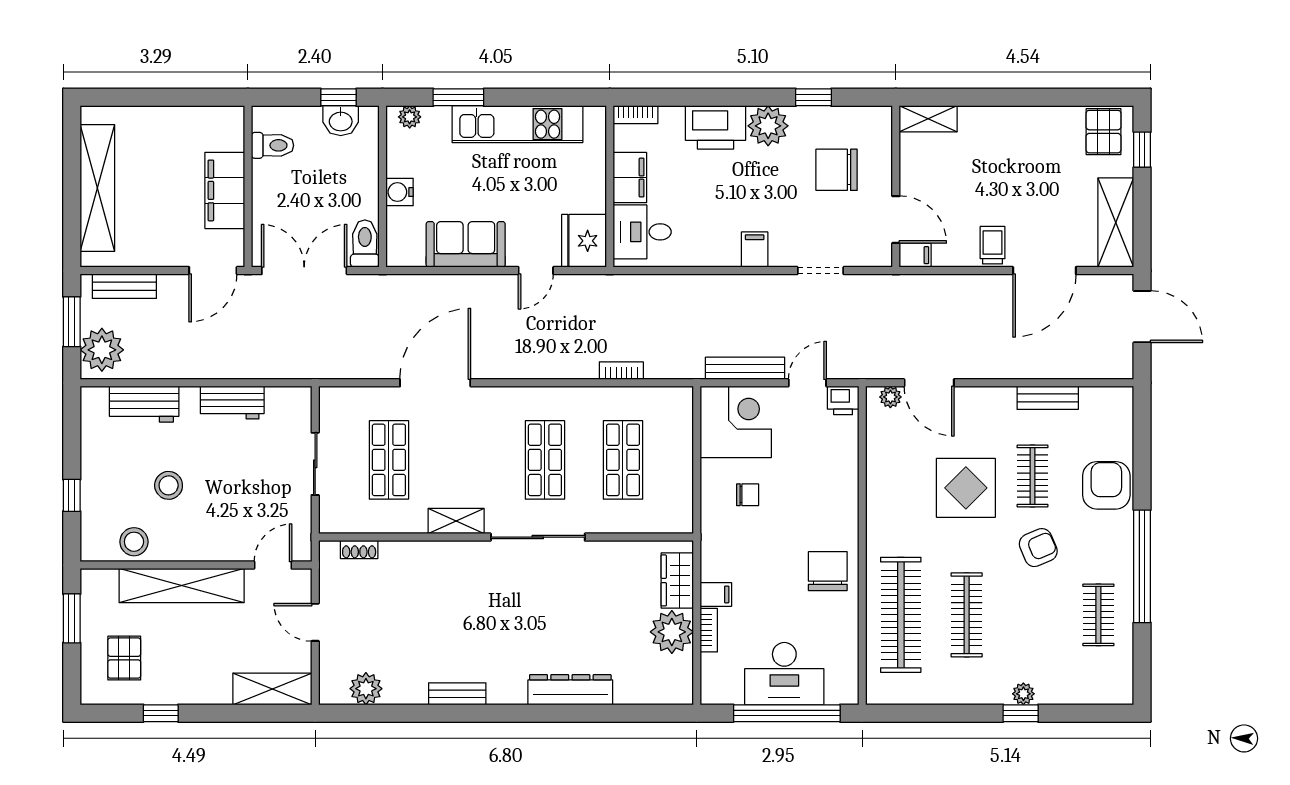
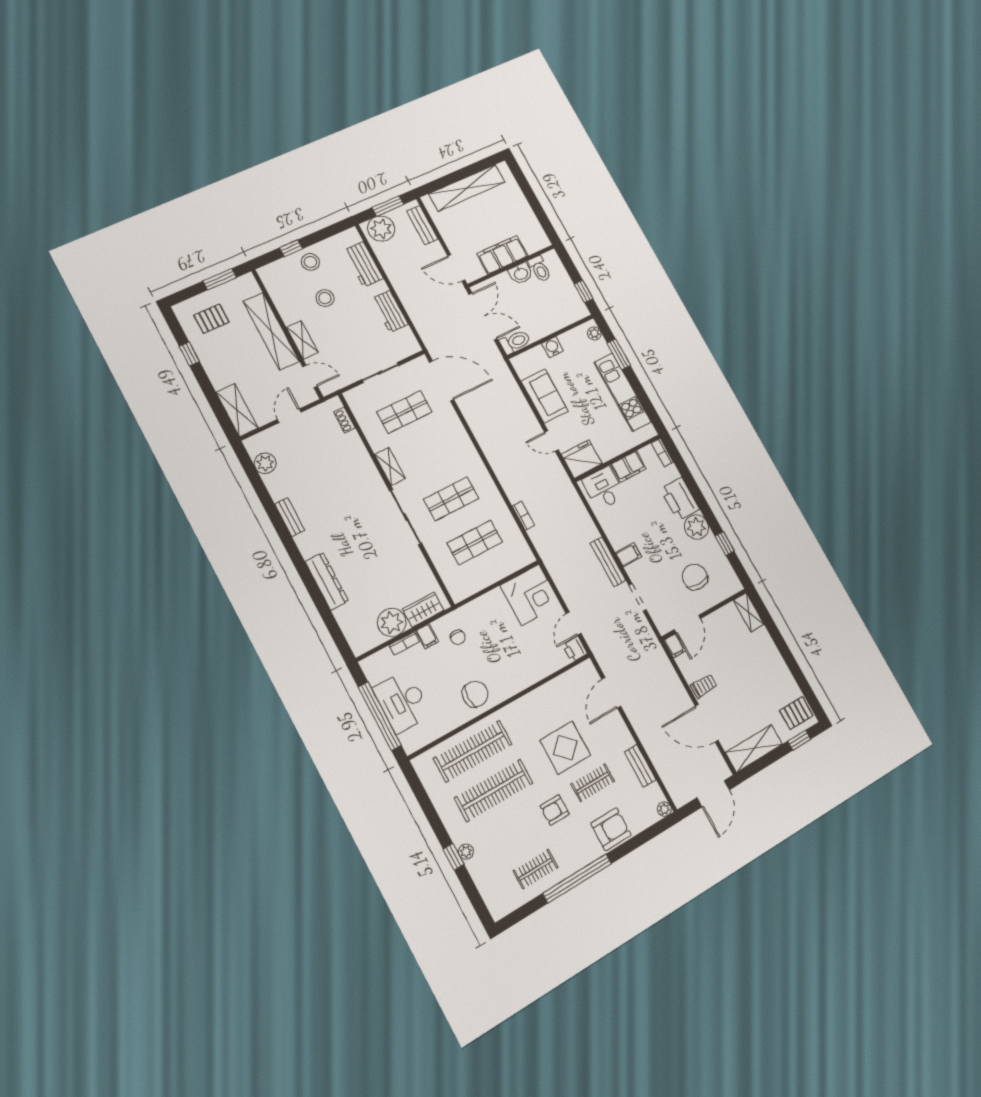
washbasin: (341, 121) -> (521, 273), moved, turned -90
bench: (745, 368) -> (608, 562), moved
door: (435, 383) -> (441, 381), moved
door: (807, 383) -> (574, 624), swing flipped
plant: (890, 397) -> (664, 809), moved
chair: (748, 495) -> (458, 637), moved
stool: (134, 542) -> (310, 262), moved
armchair: (1038, 548) -> (555, 810), turned 113
shelving: (215, 549) -> (302, 340), added
clothes rail: (967, 615) -> (494, 790), width x1.37, depth x1.31

